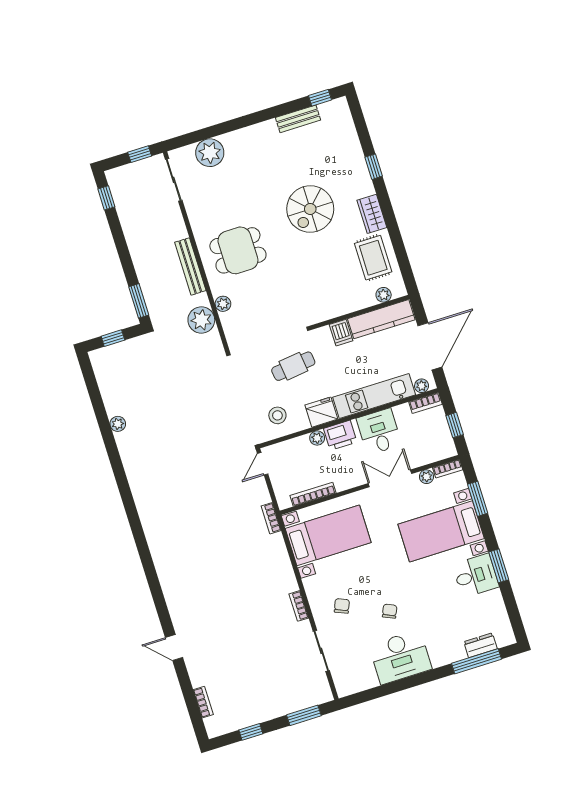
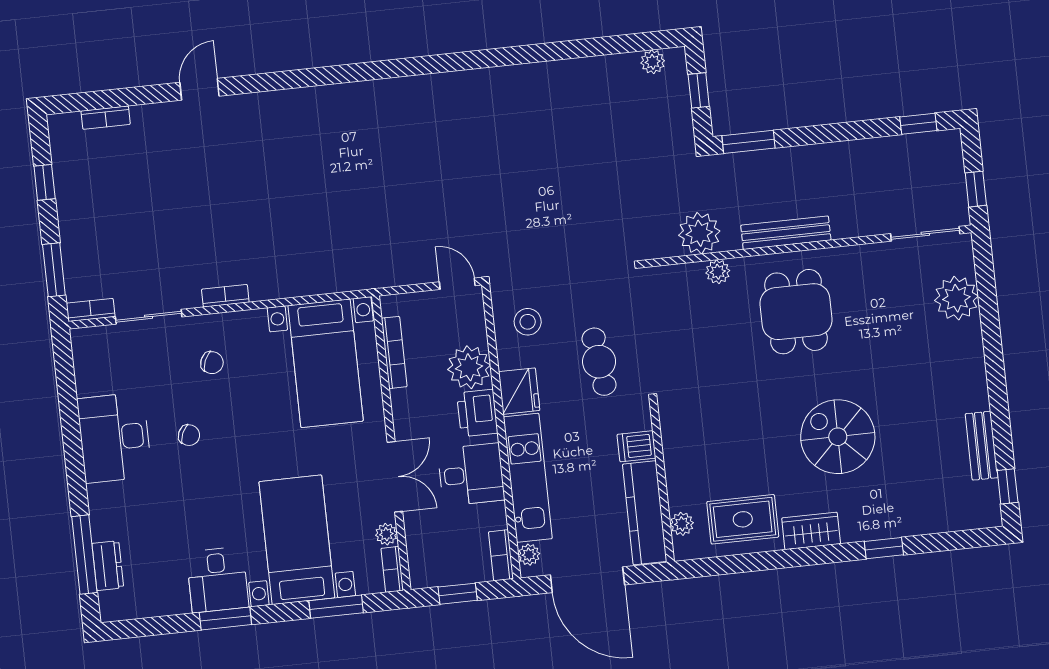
plant: (118, 424) -> (653, 62), moved
plant: (317, 438) -> (469, 367), width x1.88, depth x1.88
bookcase: (271, 518) -> (91, 310), moved

